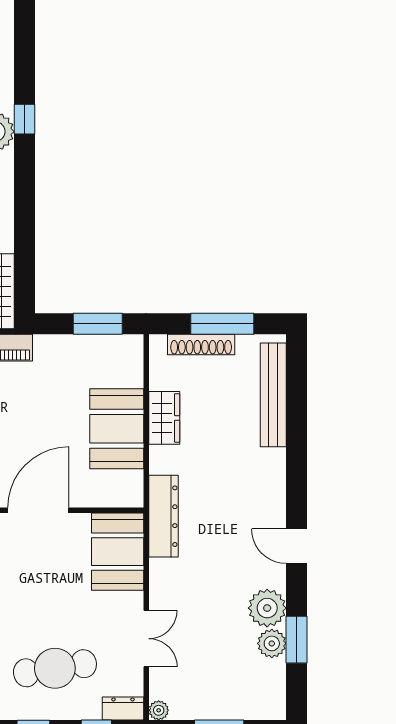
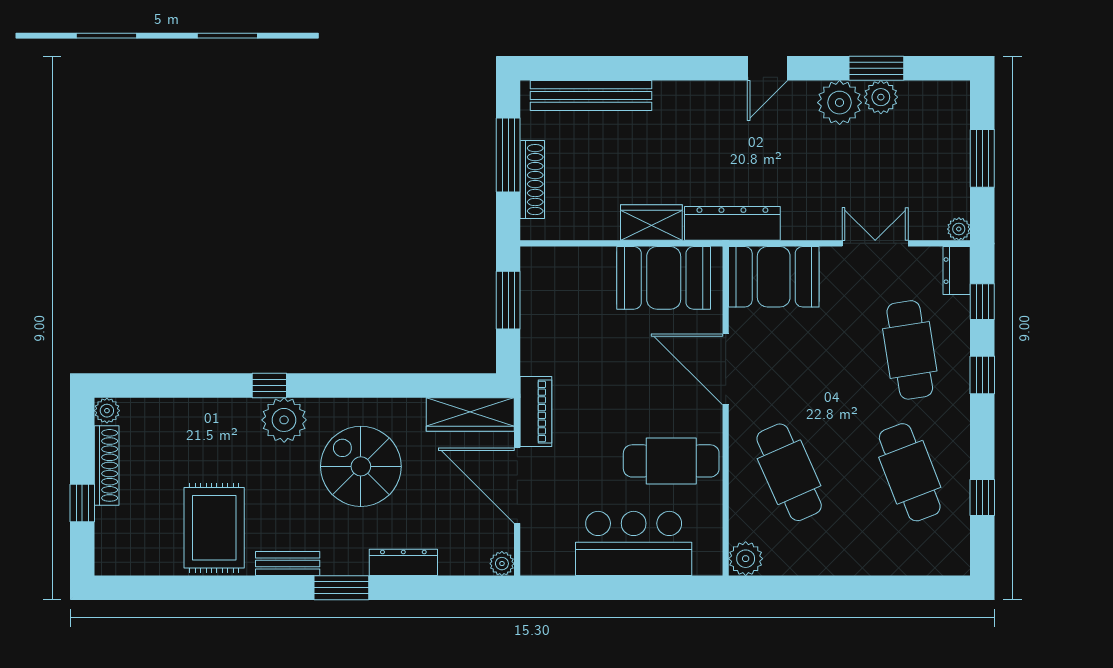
wardrobe: (164, 418) -> (651, 223), moved
booth: (117, 429) -> (664, 278), moved

